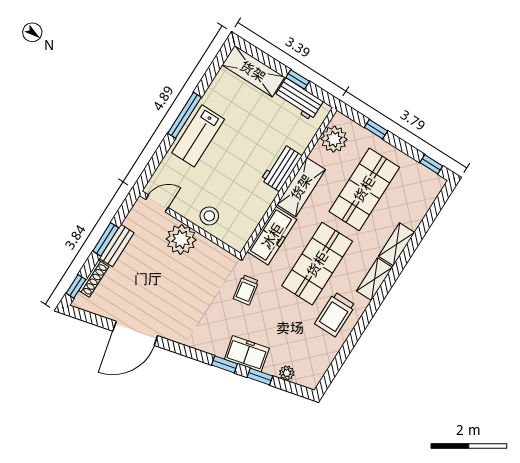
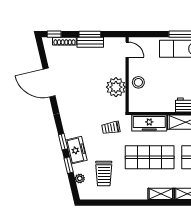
plant: (181, 239) -> (116, 87), moved
trolley: (335, 314) -> (104, 174), moved, turned -90

